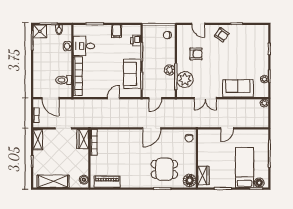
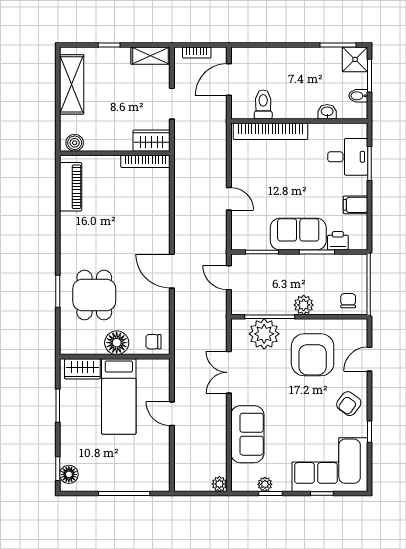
corner sofa: (254, 45) -> (330, 465), added
desk: (84, 46) -> (348, 157), moved, turned 90
armchair: (196, 54) -> (313, 355), width x1.88, depth x1.88
plant: (170, 70) -> (304, 305), moved
sofa: (132, 74) -> (298, 234), moved
bed: (245, 167) -> (119, 396), moved, turned 90
floor lamp: (190, 180) -> (117, 343), moved

